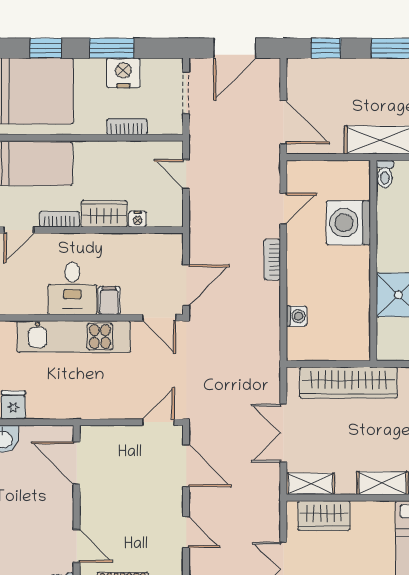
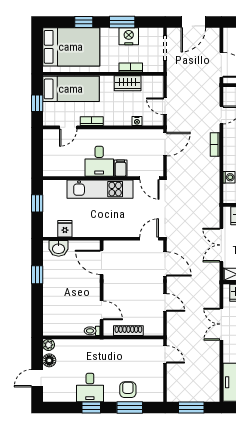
door: (186, 174) -> (165, 106), moved
wardrobe: (104, 214) -> (128, 83), moved, turned 180
door: (186, 285) -> (165, 144), moved

